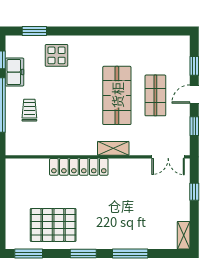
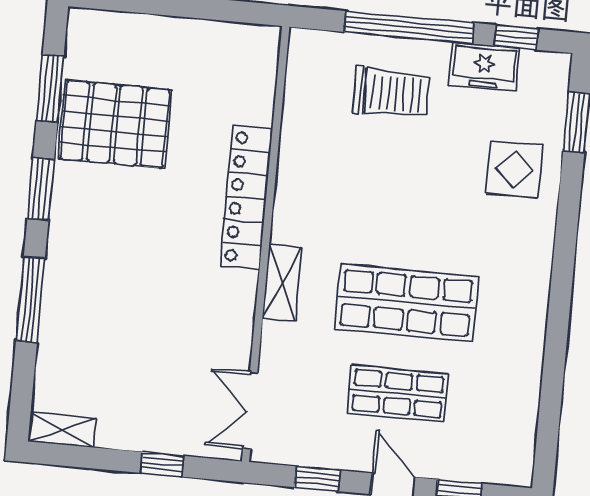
trolley: (29, 110) -> (391, 93), width x1.36, depth x1.39
pallet: (53, 225) -> (115, 124), turned 90
window: (29, 254) -> (50, 88), moved

